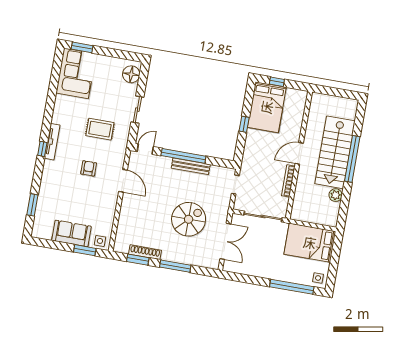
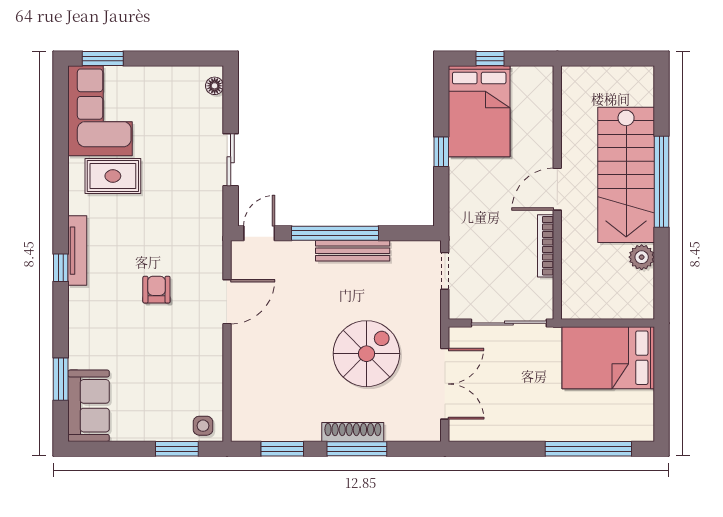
floor lamp: (131, 74) -> (215, 86), width x0.53, depth x0.53
rug: (100, 129) -> (113, 176), moved
door: (123, 181) -> (227, 302), hinge flipped
sofa: (71, 233) -> (89, 406), moved, turned 90
shoe rack: (145, 252) -> (353, 432), moved
side table: (318, 278) -> (636, 423), removed

